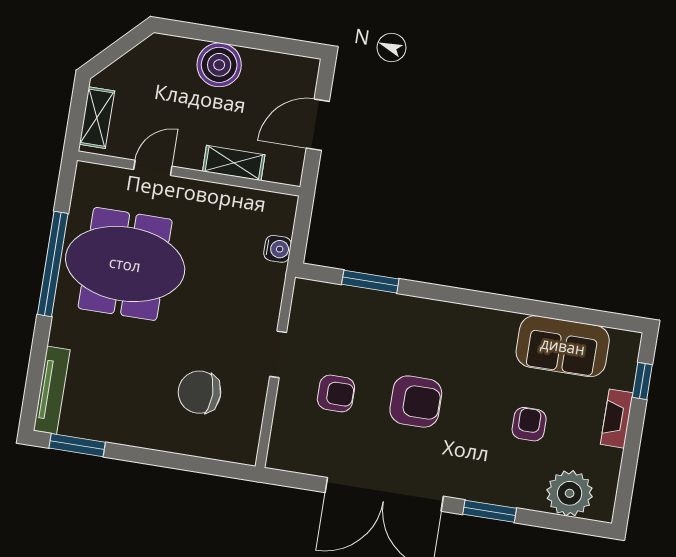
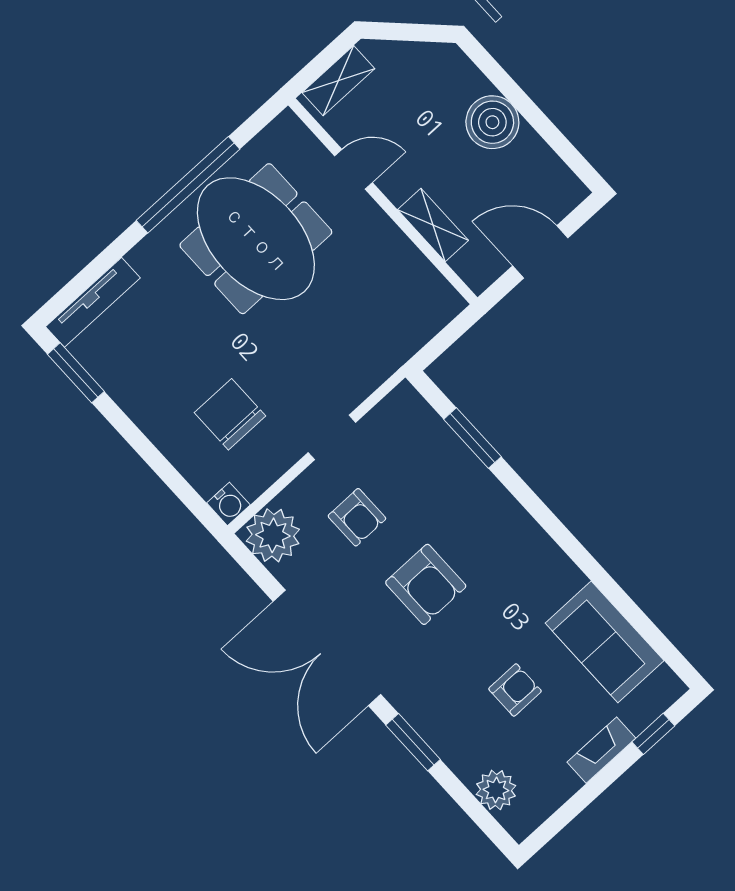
water cooler: (278, 249) -> (228, 504), moved
plant: (290, 449) -> (273, 535), added
plant: (570, 493) -> (496, 790), width x0.73, depth x0.73

